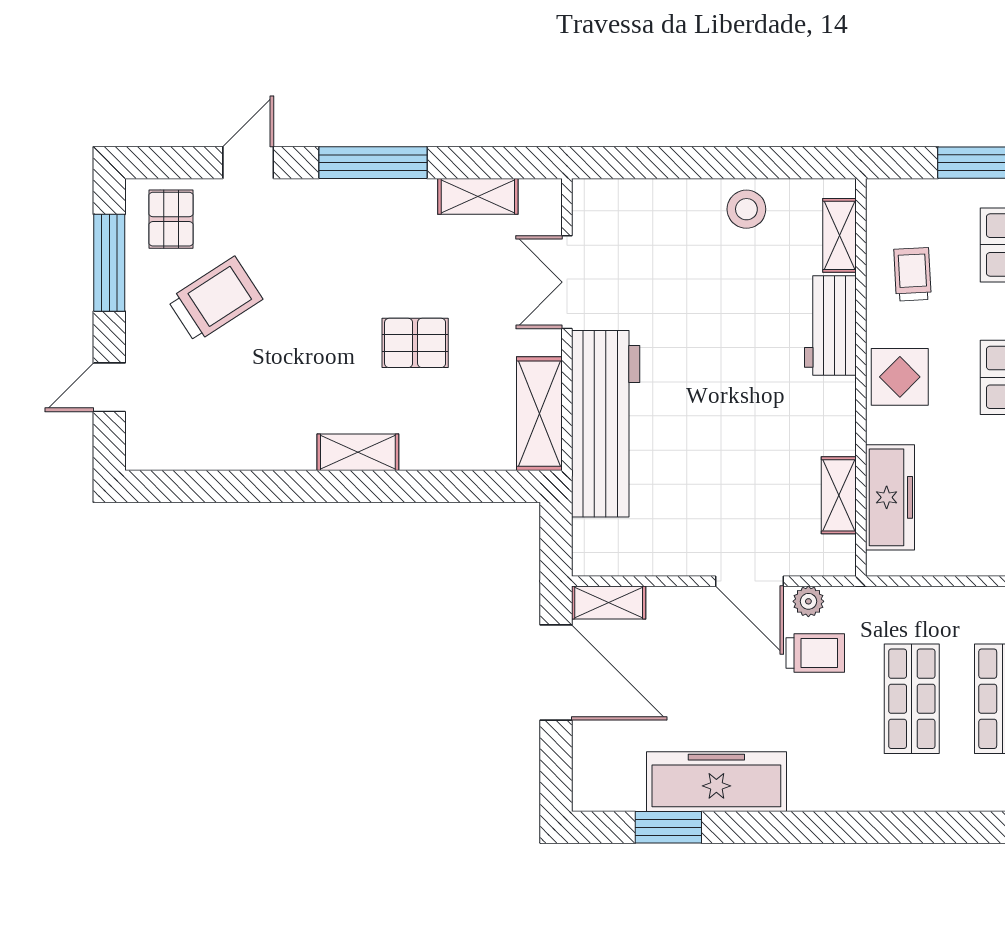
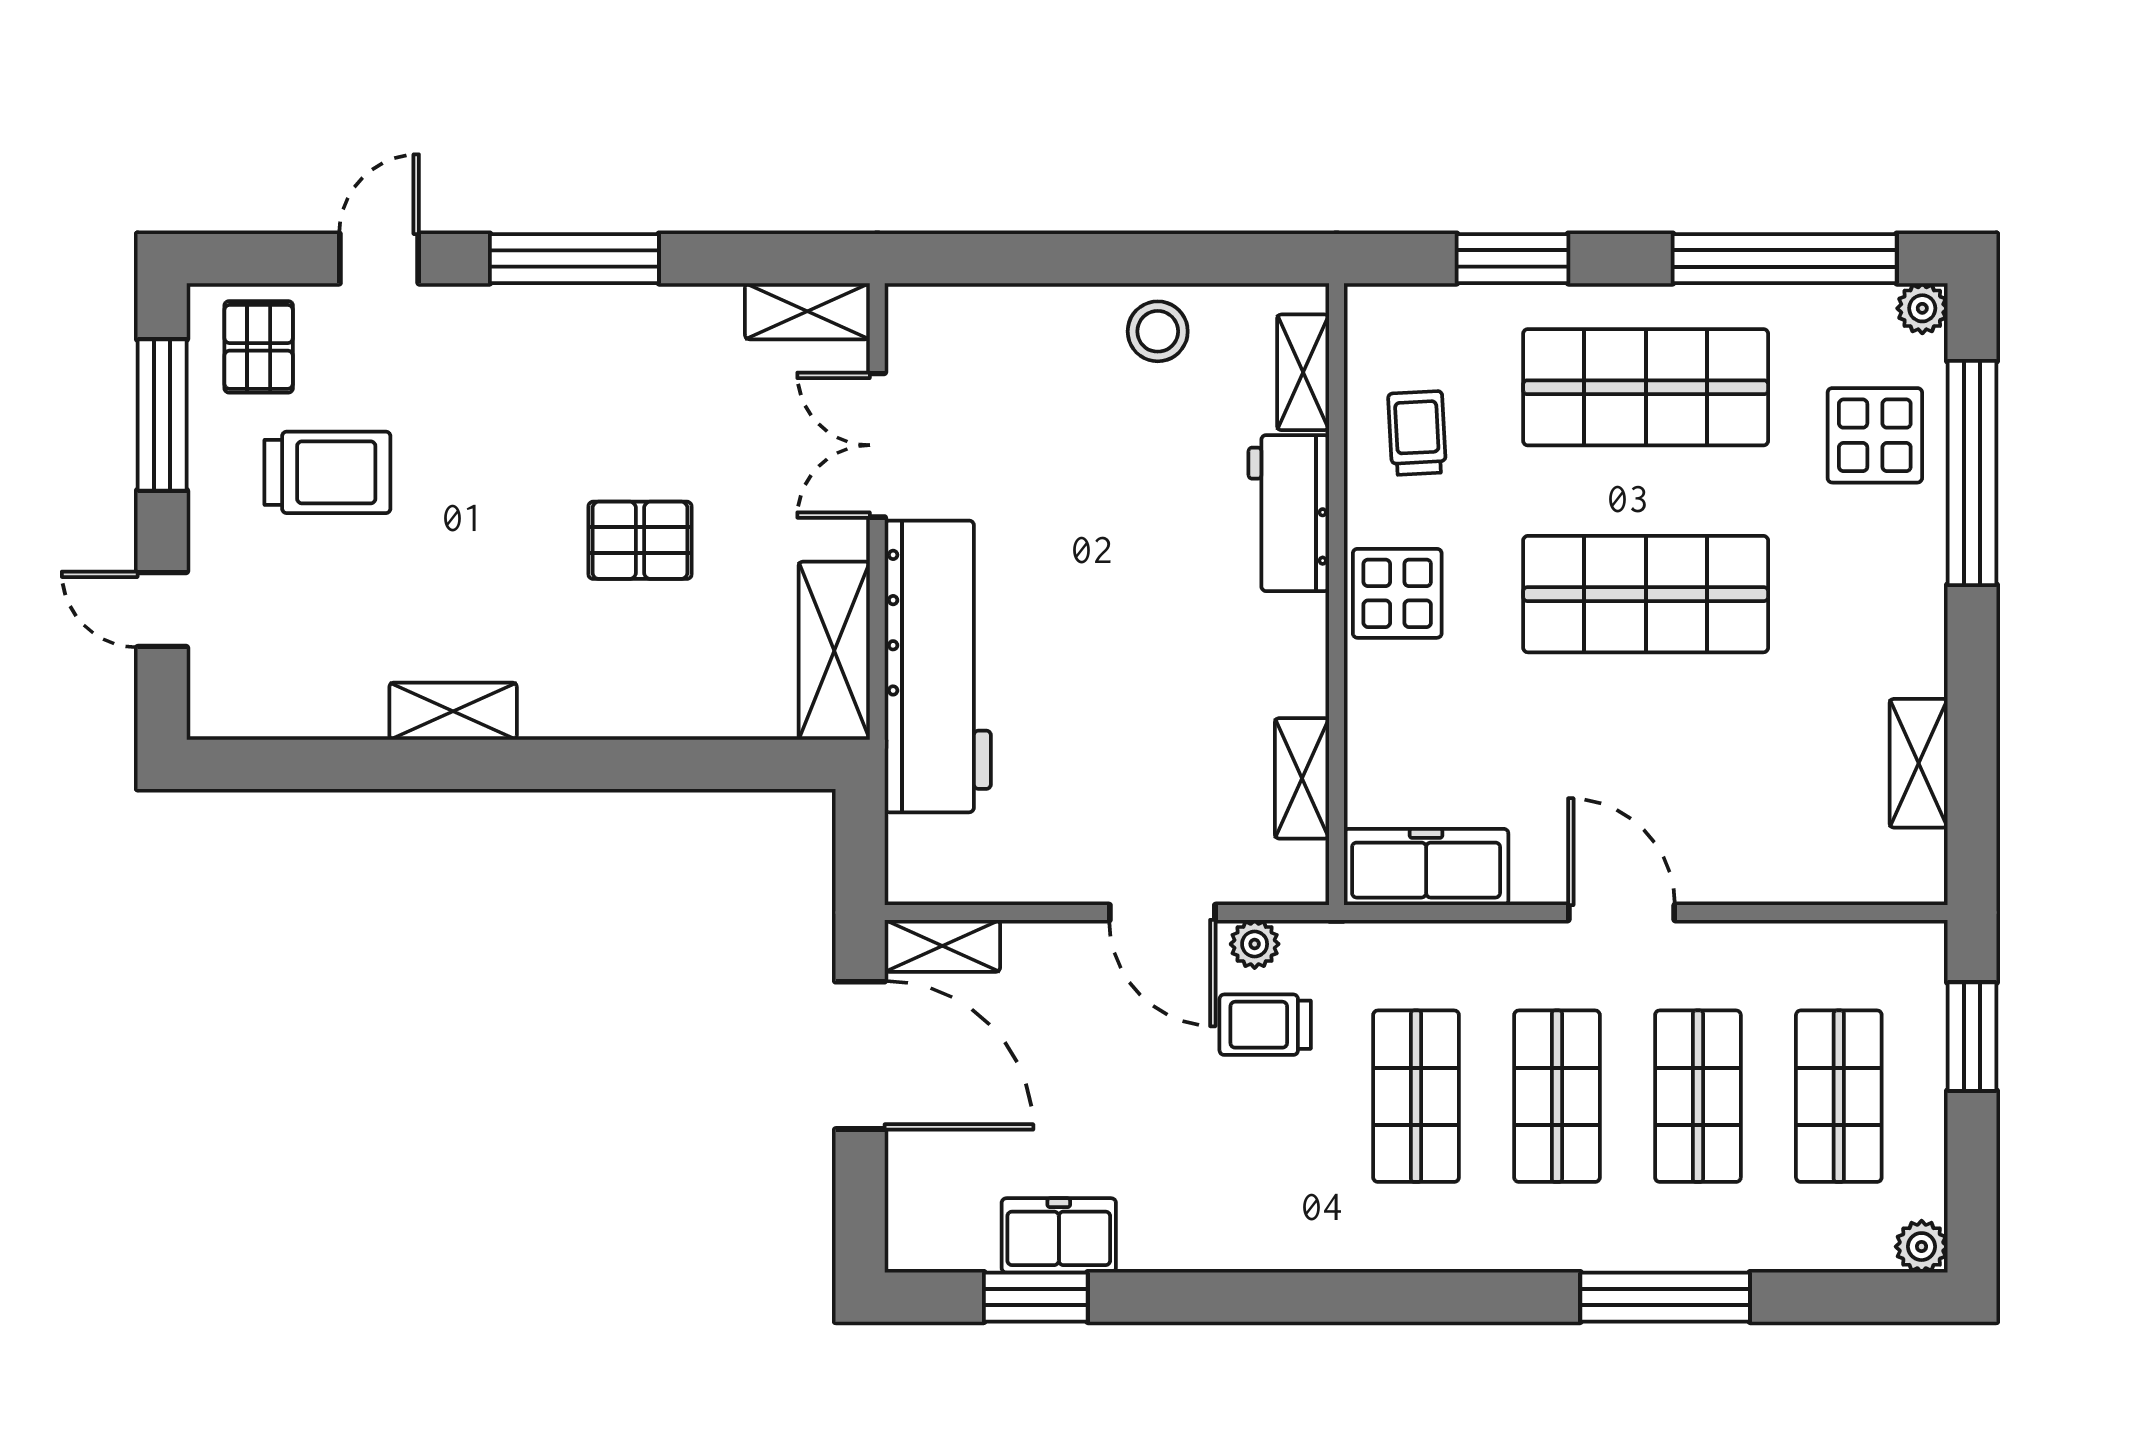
shelving: (478, 196) -> (807, 311), moved
trolley: (215, 299) -> (327, 472), turned 33
door: (109, 387) -> (162, 610), hinge flipped
shelving: (358, 452) -> (453, 711), moved
freezer: (890, 497) -> (1426, 867), moved, turned -90
trolley: (815, 653) -> (1265, 1025), turned 180
freezer: (716, 782) -> (1059, 1235), width x0.52, depth x0.79

